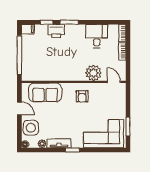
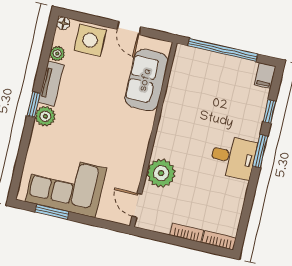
printer: (56, 31) -> (250, 125), removed
desk: (97, 36) -> (233, 157), moved
door: (114, 82) -> (137, 205), swing flipped
armchair: (82, 96) -> (124, 144), removed
door: (19, 108) -> (129, 28), hinge flipped
corner sofa: (104, 134) -> (66, 185), moved, turned -90
plant: (77, 142) -> (45, 116), added

